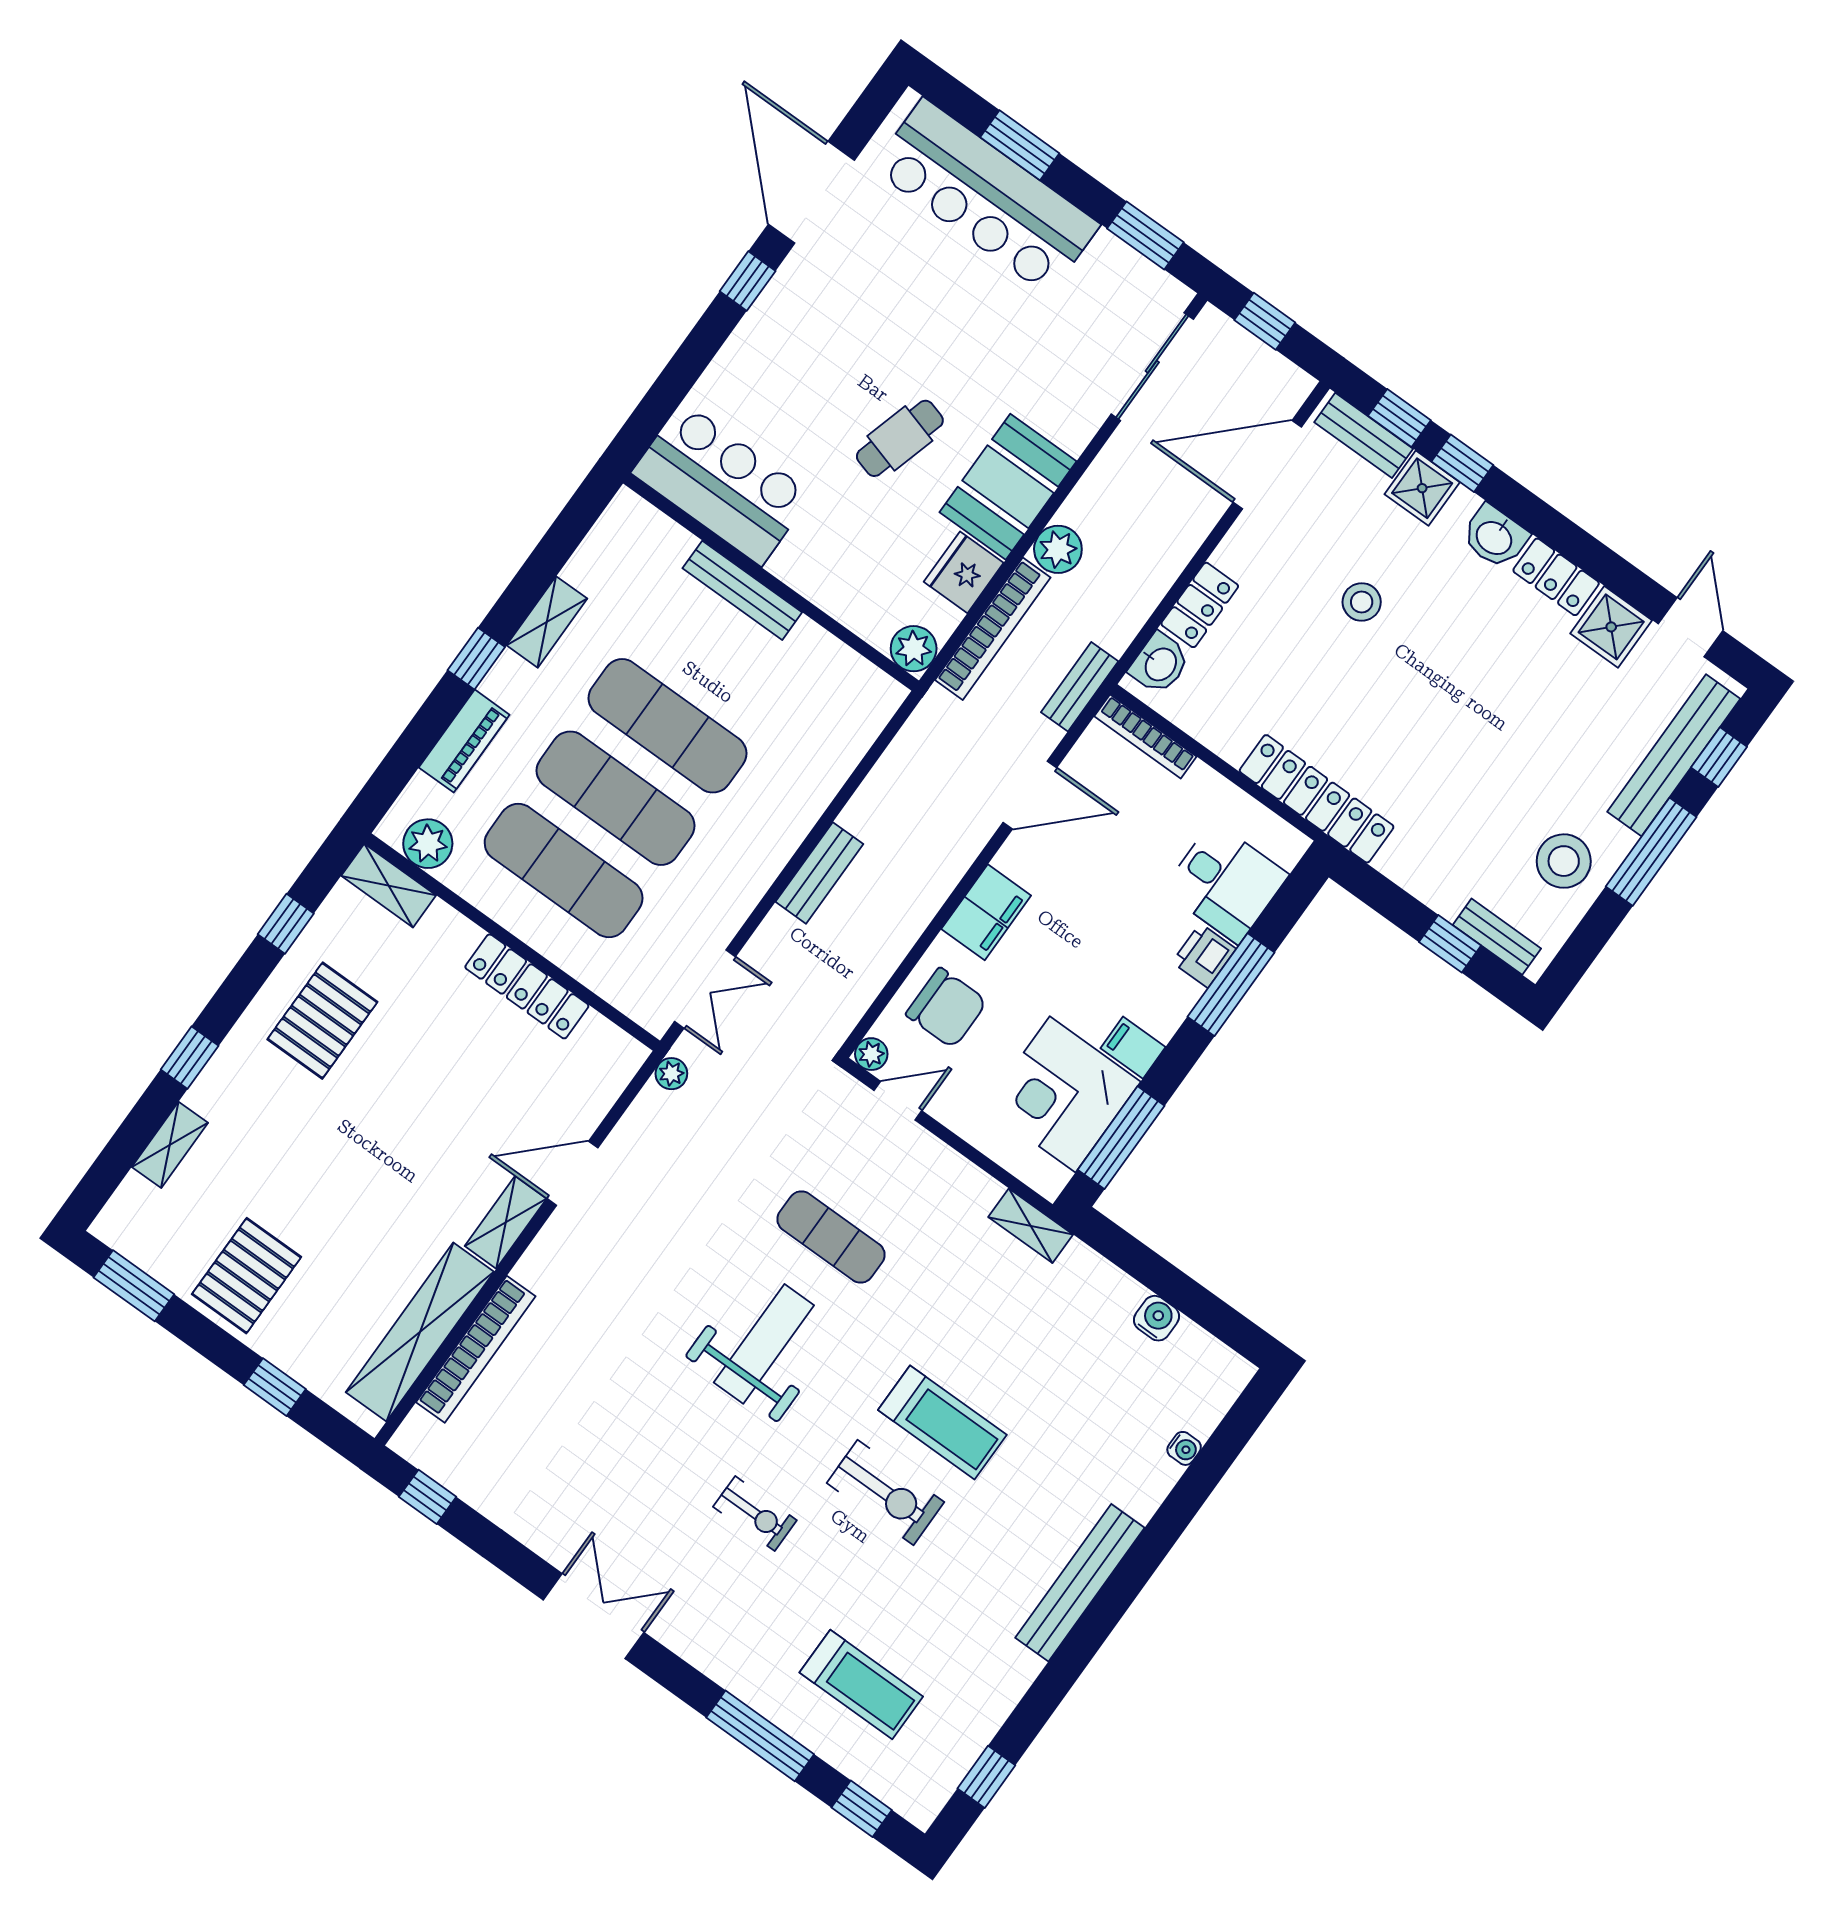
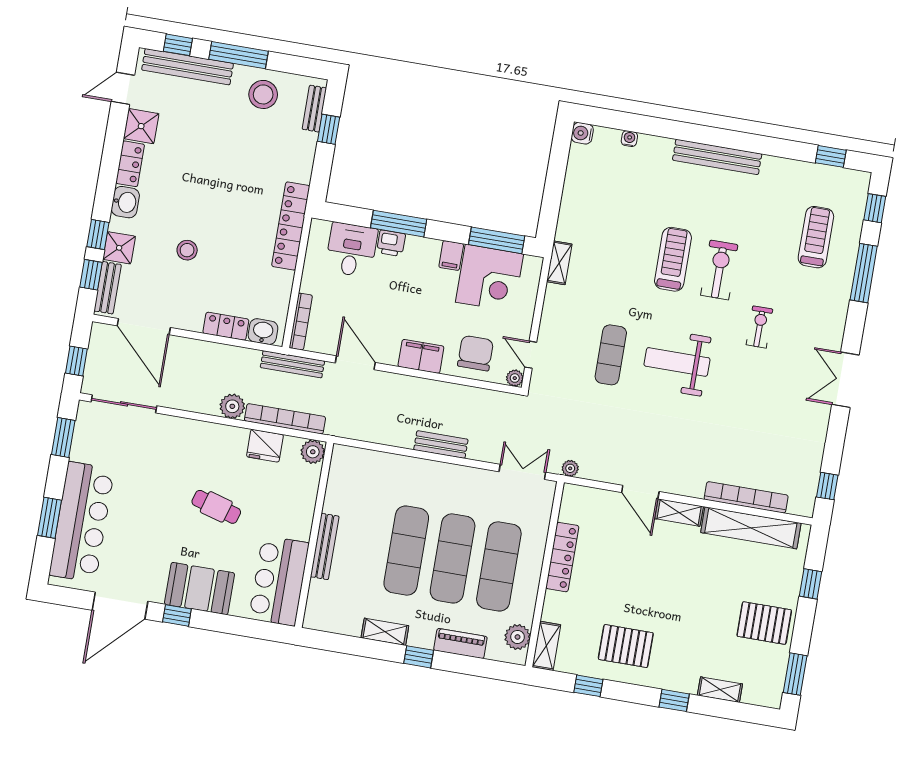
booth: (1008, 487) -> (199, 589), moved
bench: (1080, 687) -> (292, 364), width x1.36
water cooler: (1157, 1318) -> (582, 133), moved

